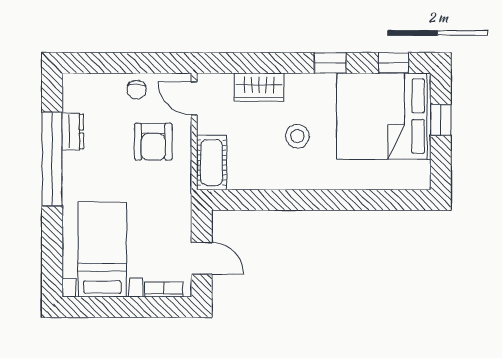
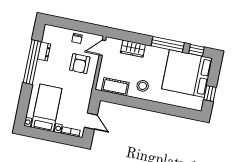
window: (330, 63) -> (168, 44), width x2.17
door: (194, 98) -> (102, 48), hinge flipped
window: (441, 120) -> (210, 94), moved
stool: (297, 136) -> (143, 86), moved
cot: (212, 163) -> (115, 87), moved, turned 90

